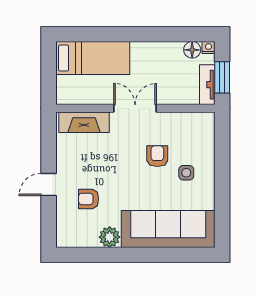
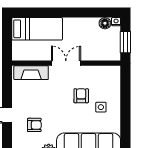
tv unit: (207, 85) -> (115, 47), removed
armchair: (89, 199) -> (34, 125), turned 180

